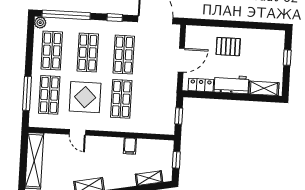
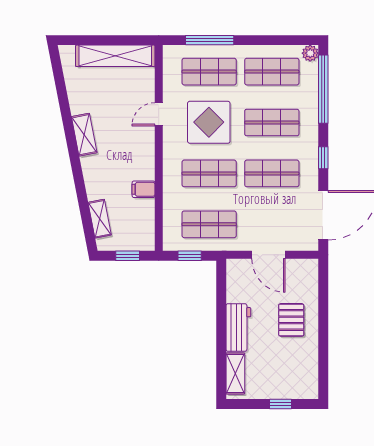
locker: (201, 85) -> (235, 285), removed
shop shelf: (157, 101) -> (209, 224), added

